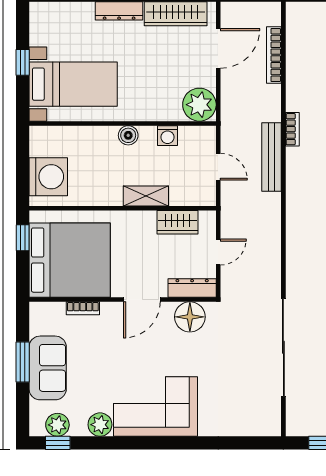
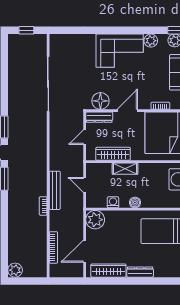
wardrobe: (178, 222) -> (113, 154), width x1.50

